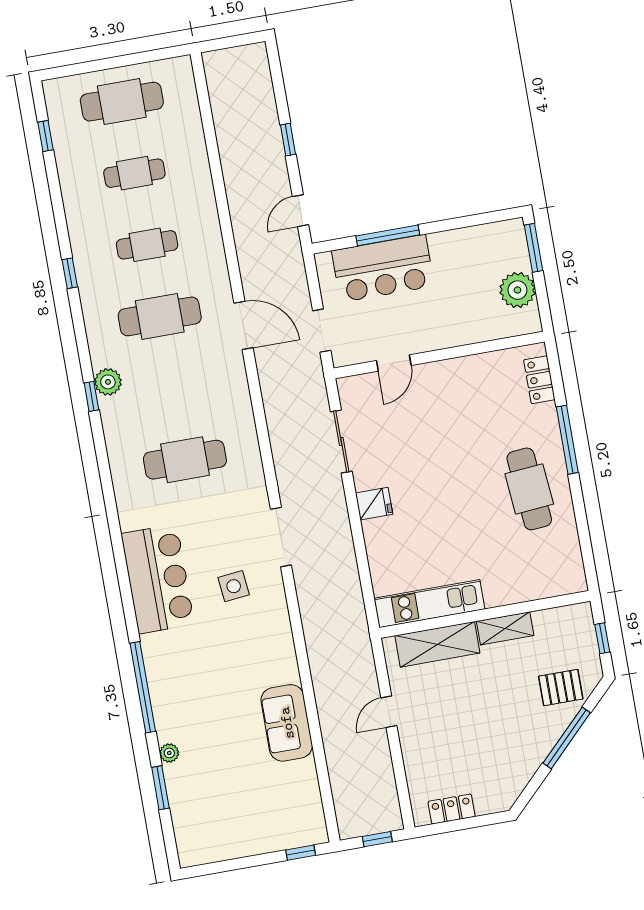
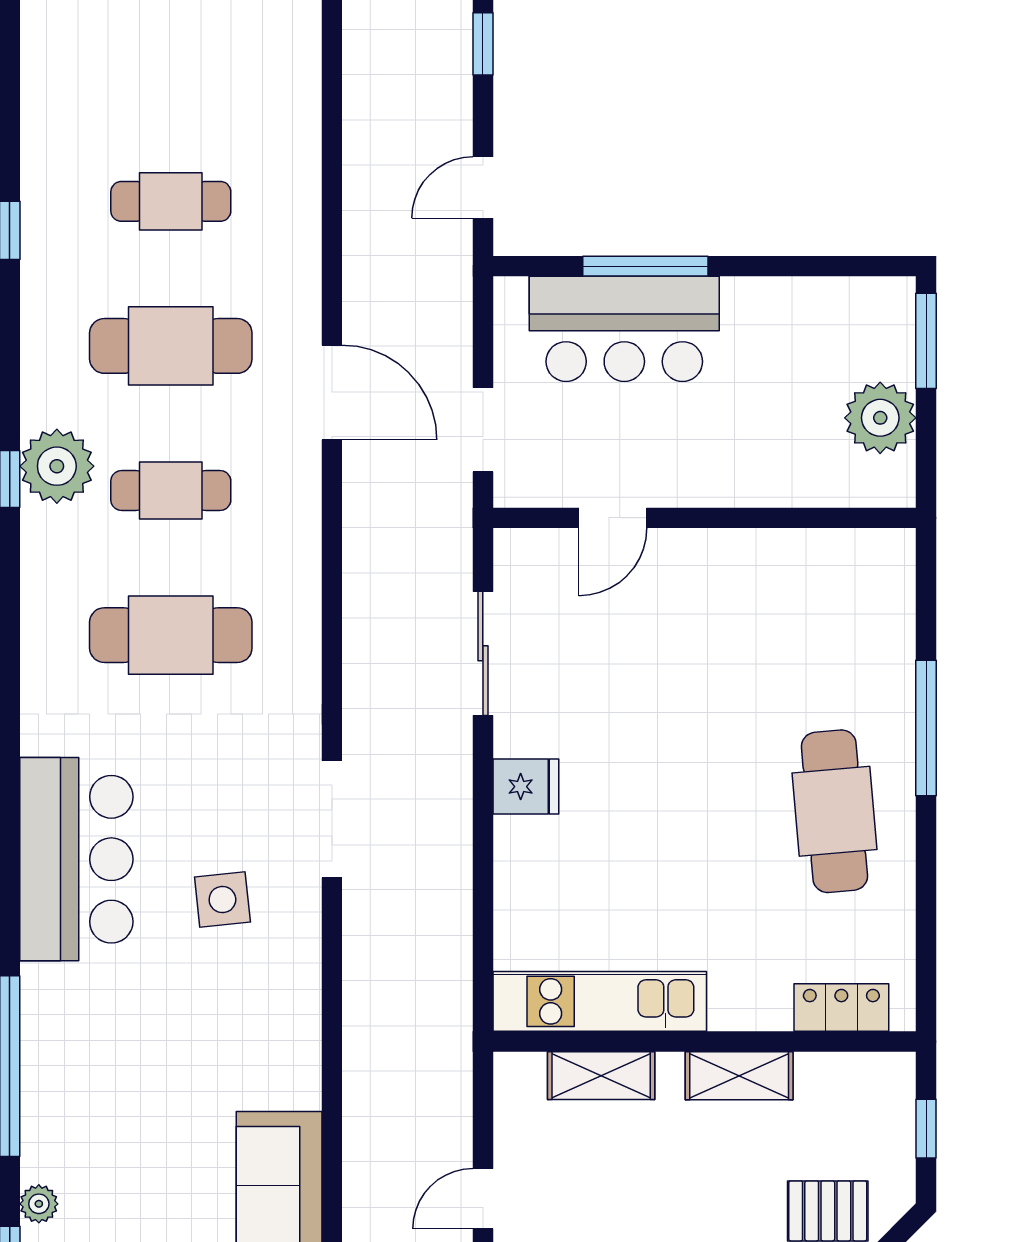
cafe table: (134, 173) -> (171, 491), moved
locker: (539, 380) -> (841, 1008), moved, turned 90
plant: (108, 382) -> (57, 466), width x1.36, depth x1.36
shelving: (437, 644) -> (601, 1076), width x0.67, depth x0.75

